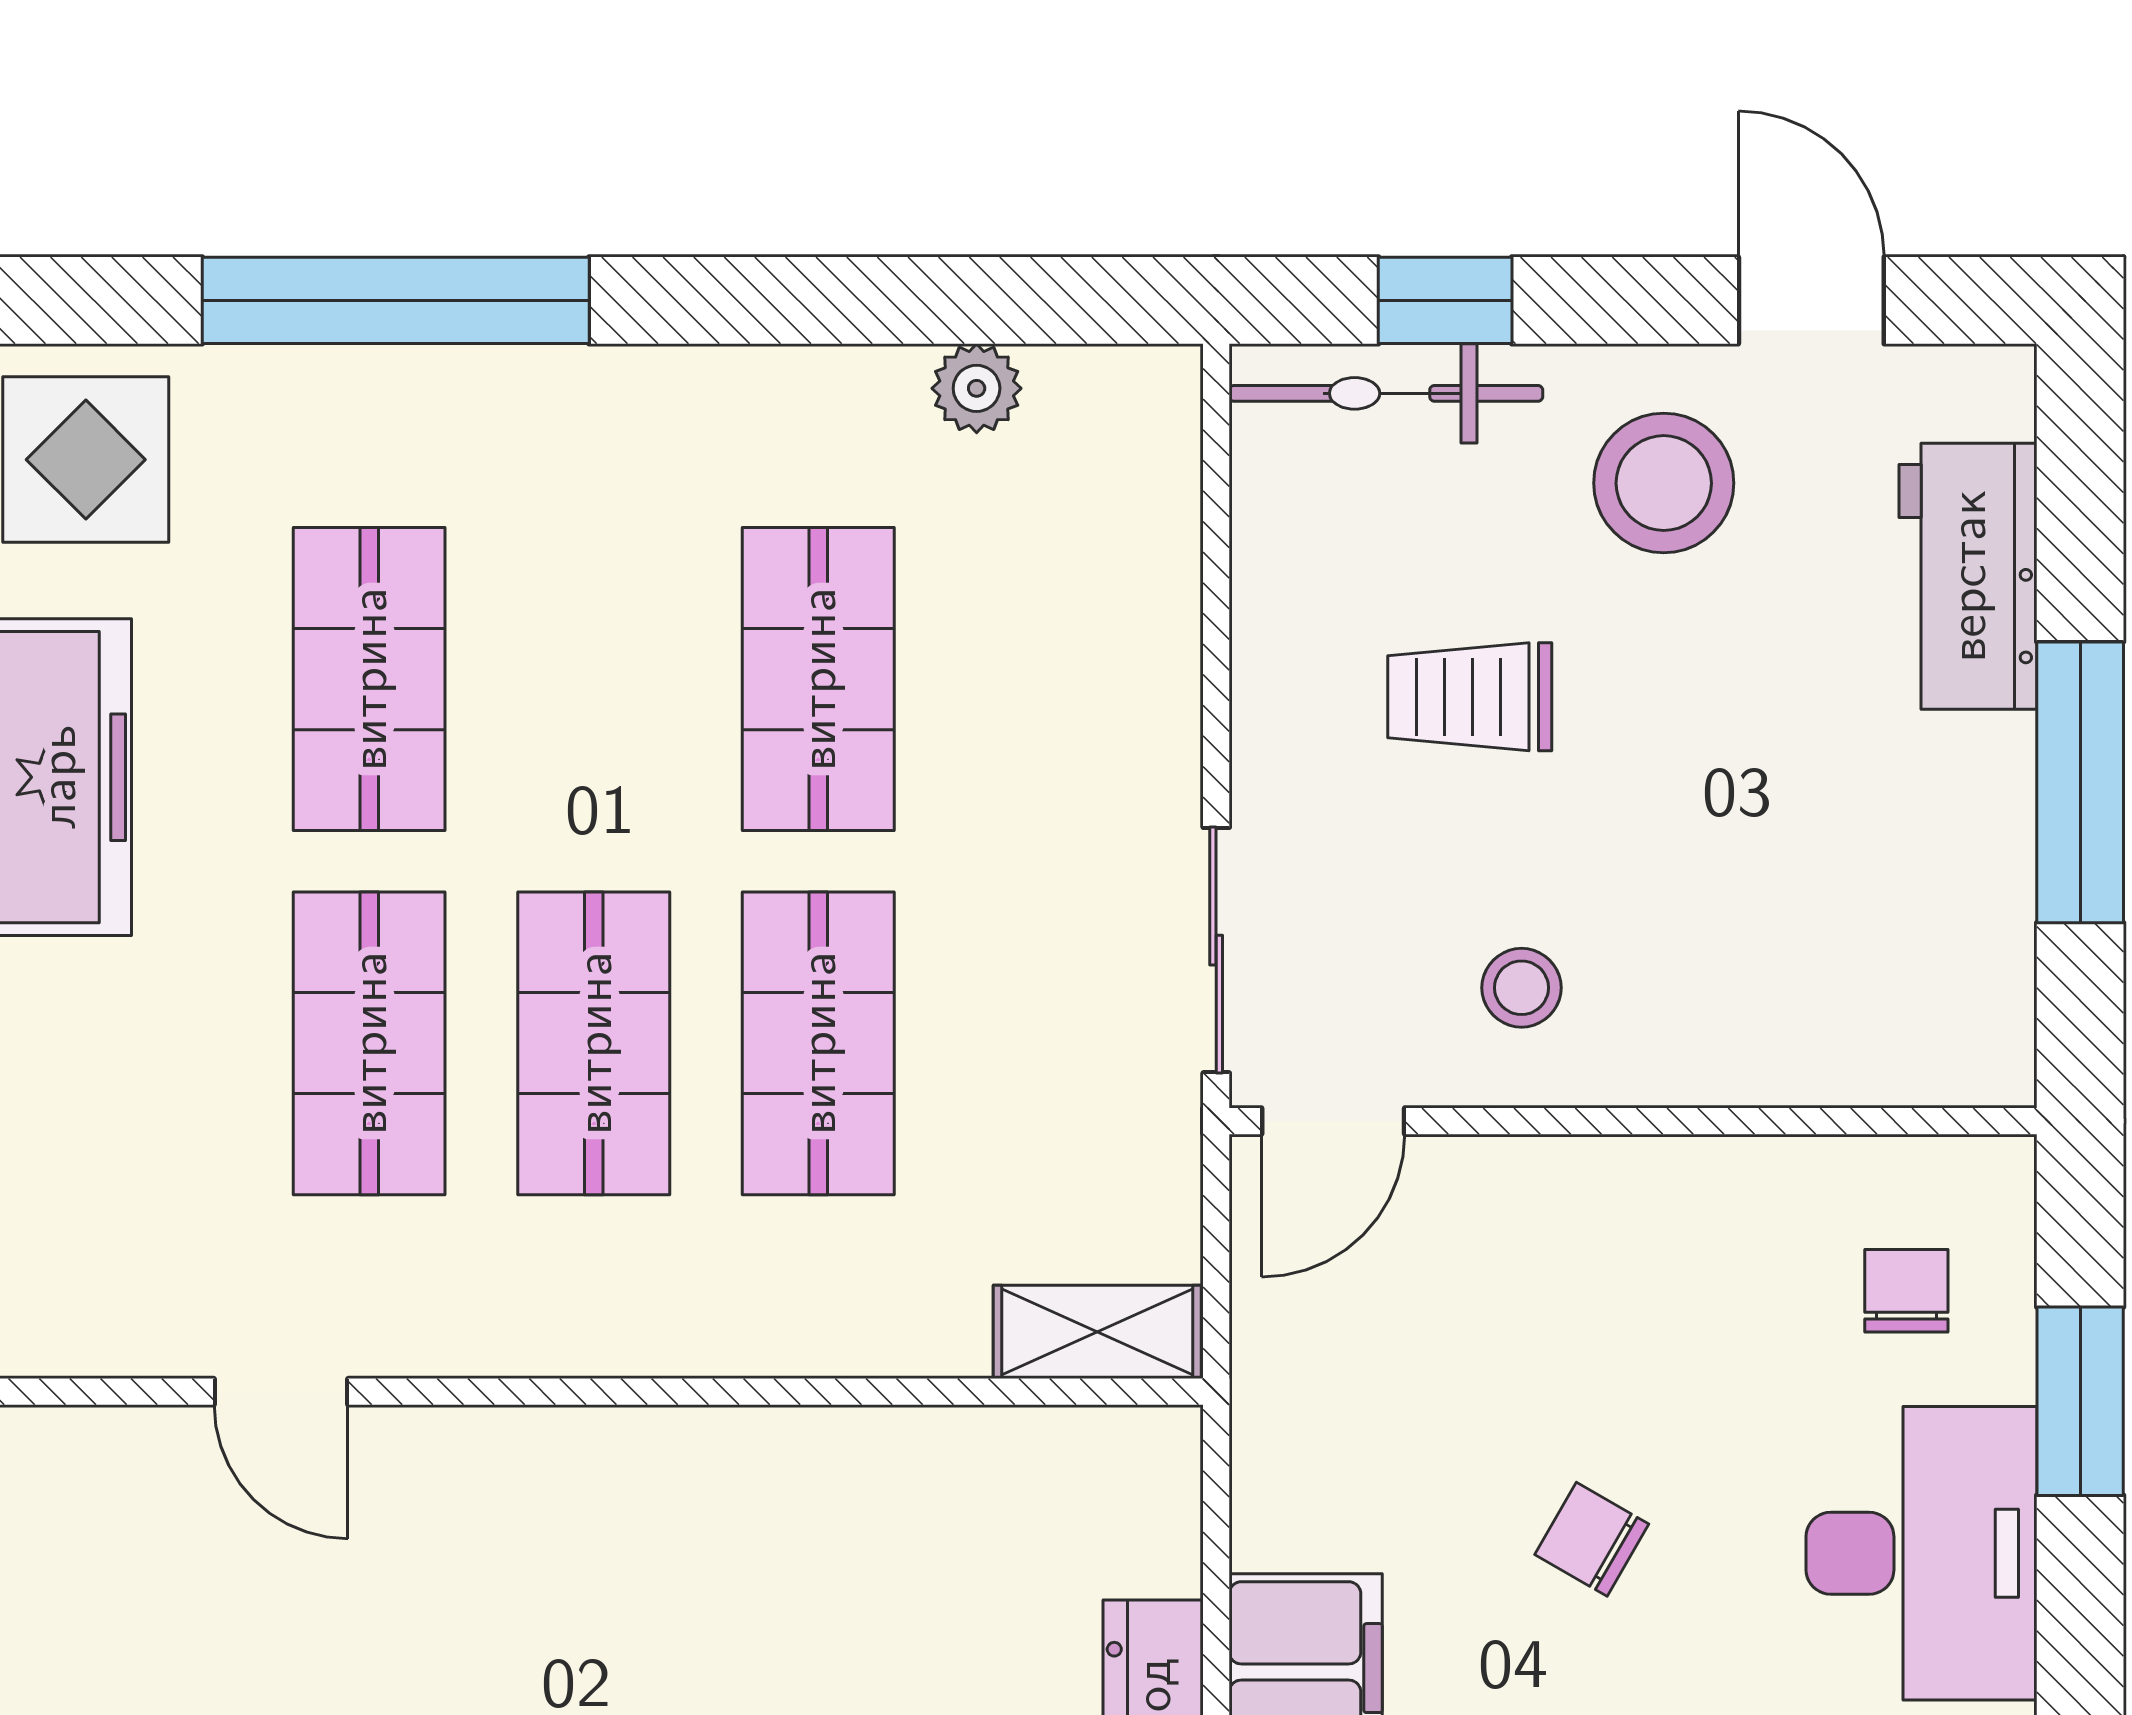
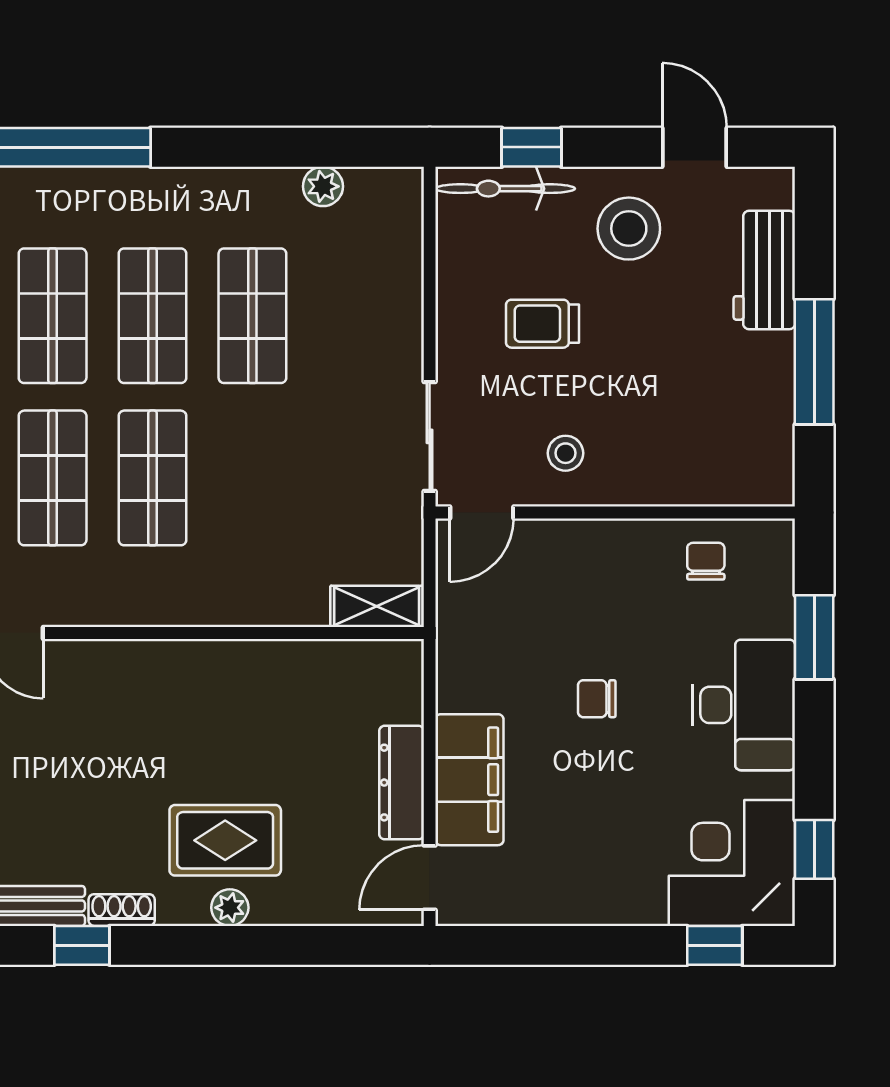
shop shelf: (818, 1043) -> (152, 316), moved
chair: (1906, 1291) -> (706, 561), moved
chair: (1592, 1539) -> (597, 699), turned -30

